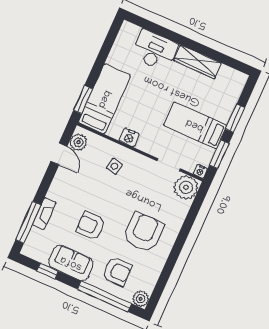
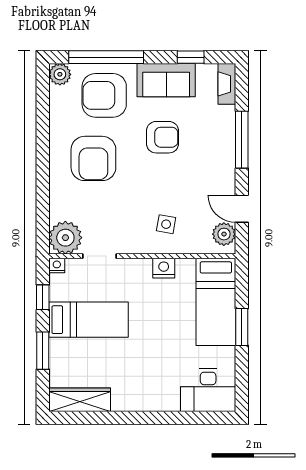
desk: (155, 50) -> (208, 390), moved
wardrobe: (198, 62) -> (80, 400), moved
window: (83, 100) -> (242, 327), moved
window: (219, 154) -> (43, 297), width x0.67
fireplace: (44, 214) -> (227, 84), moved
window: (28, 222) -> (242, 140), moved
armchair: (117, 271) -> (104, 95), width x1.36, depth x1.36

